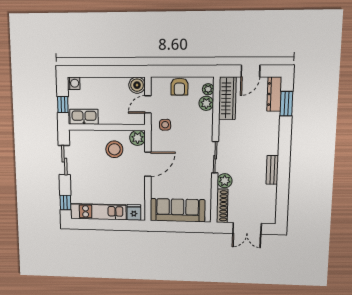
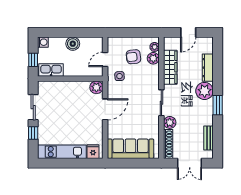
boiler: (137, 85) -> (73, 44), moved
armchair: (179, 87) -> (133, 57), moved, turned 84
dresser: (274, 94) -> (208, 68), moved
wardrobe: (227, 98) -> (170, 67), moved
window: (286, 104) -> (218, 105), moved
plant: (268, 144) -> (205, 91), added
stool: (114, 149) -> (77, 97), removed
bench: (272, 170) -> (209, 138), moved
window: (65, 202) -> (33, 133), moved

